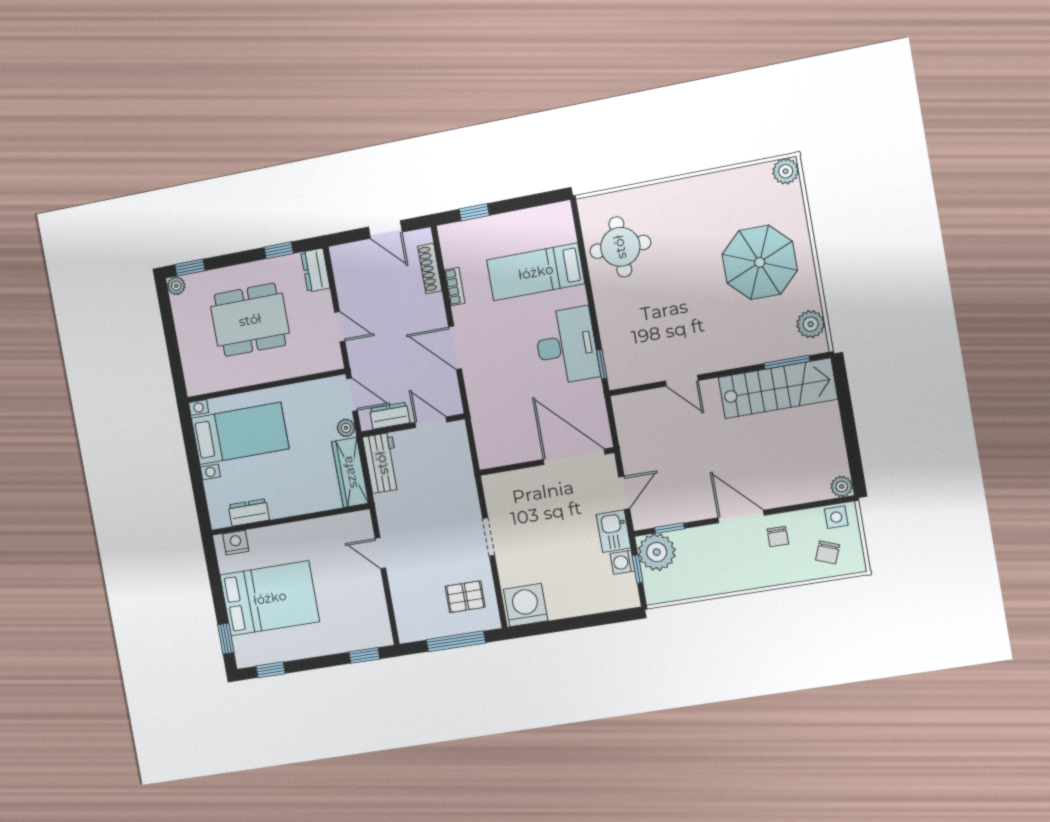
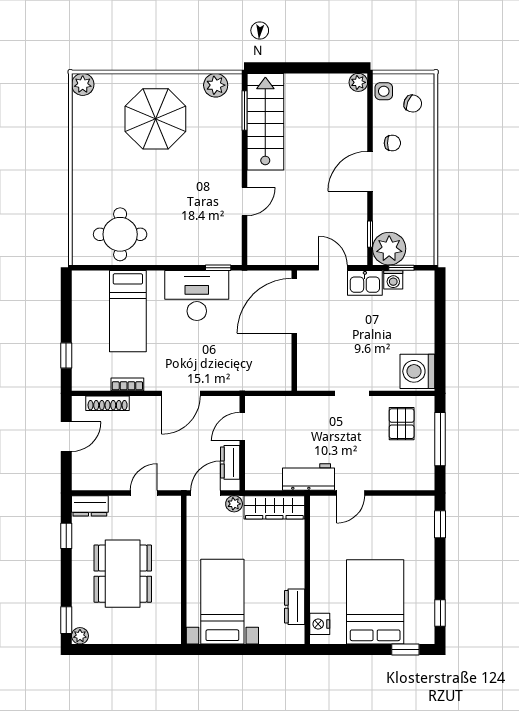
workbench: (382, 463) -> (309, 477), moved

